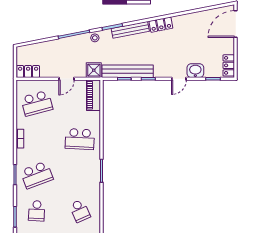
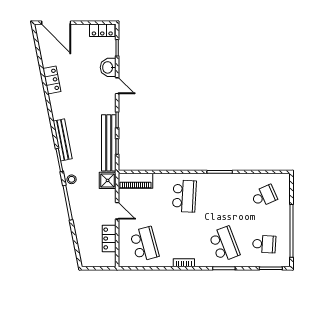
locker: (161, 25) -> (52, 80), moved
locker: (28, 72) -> (109, 239), moved

